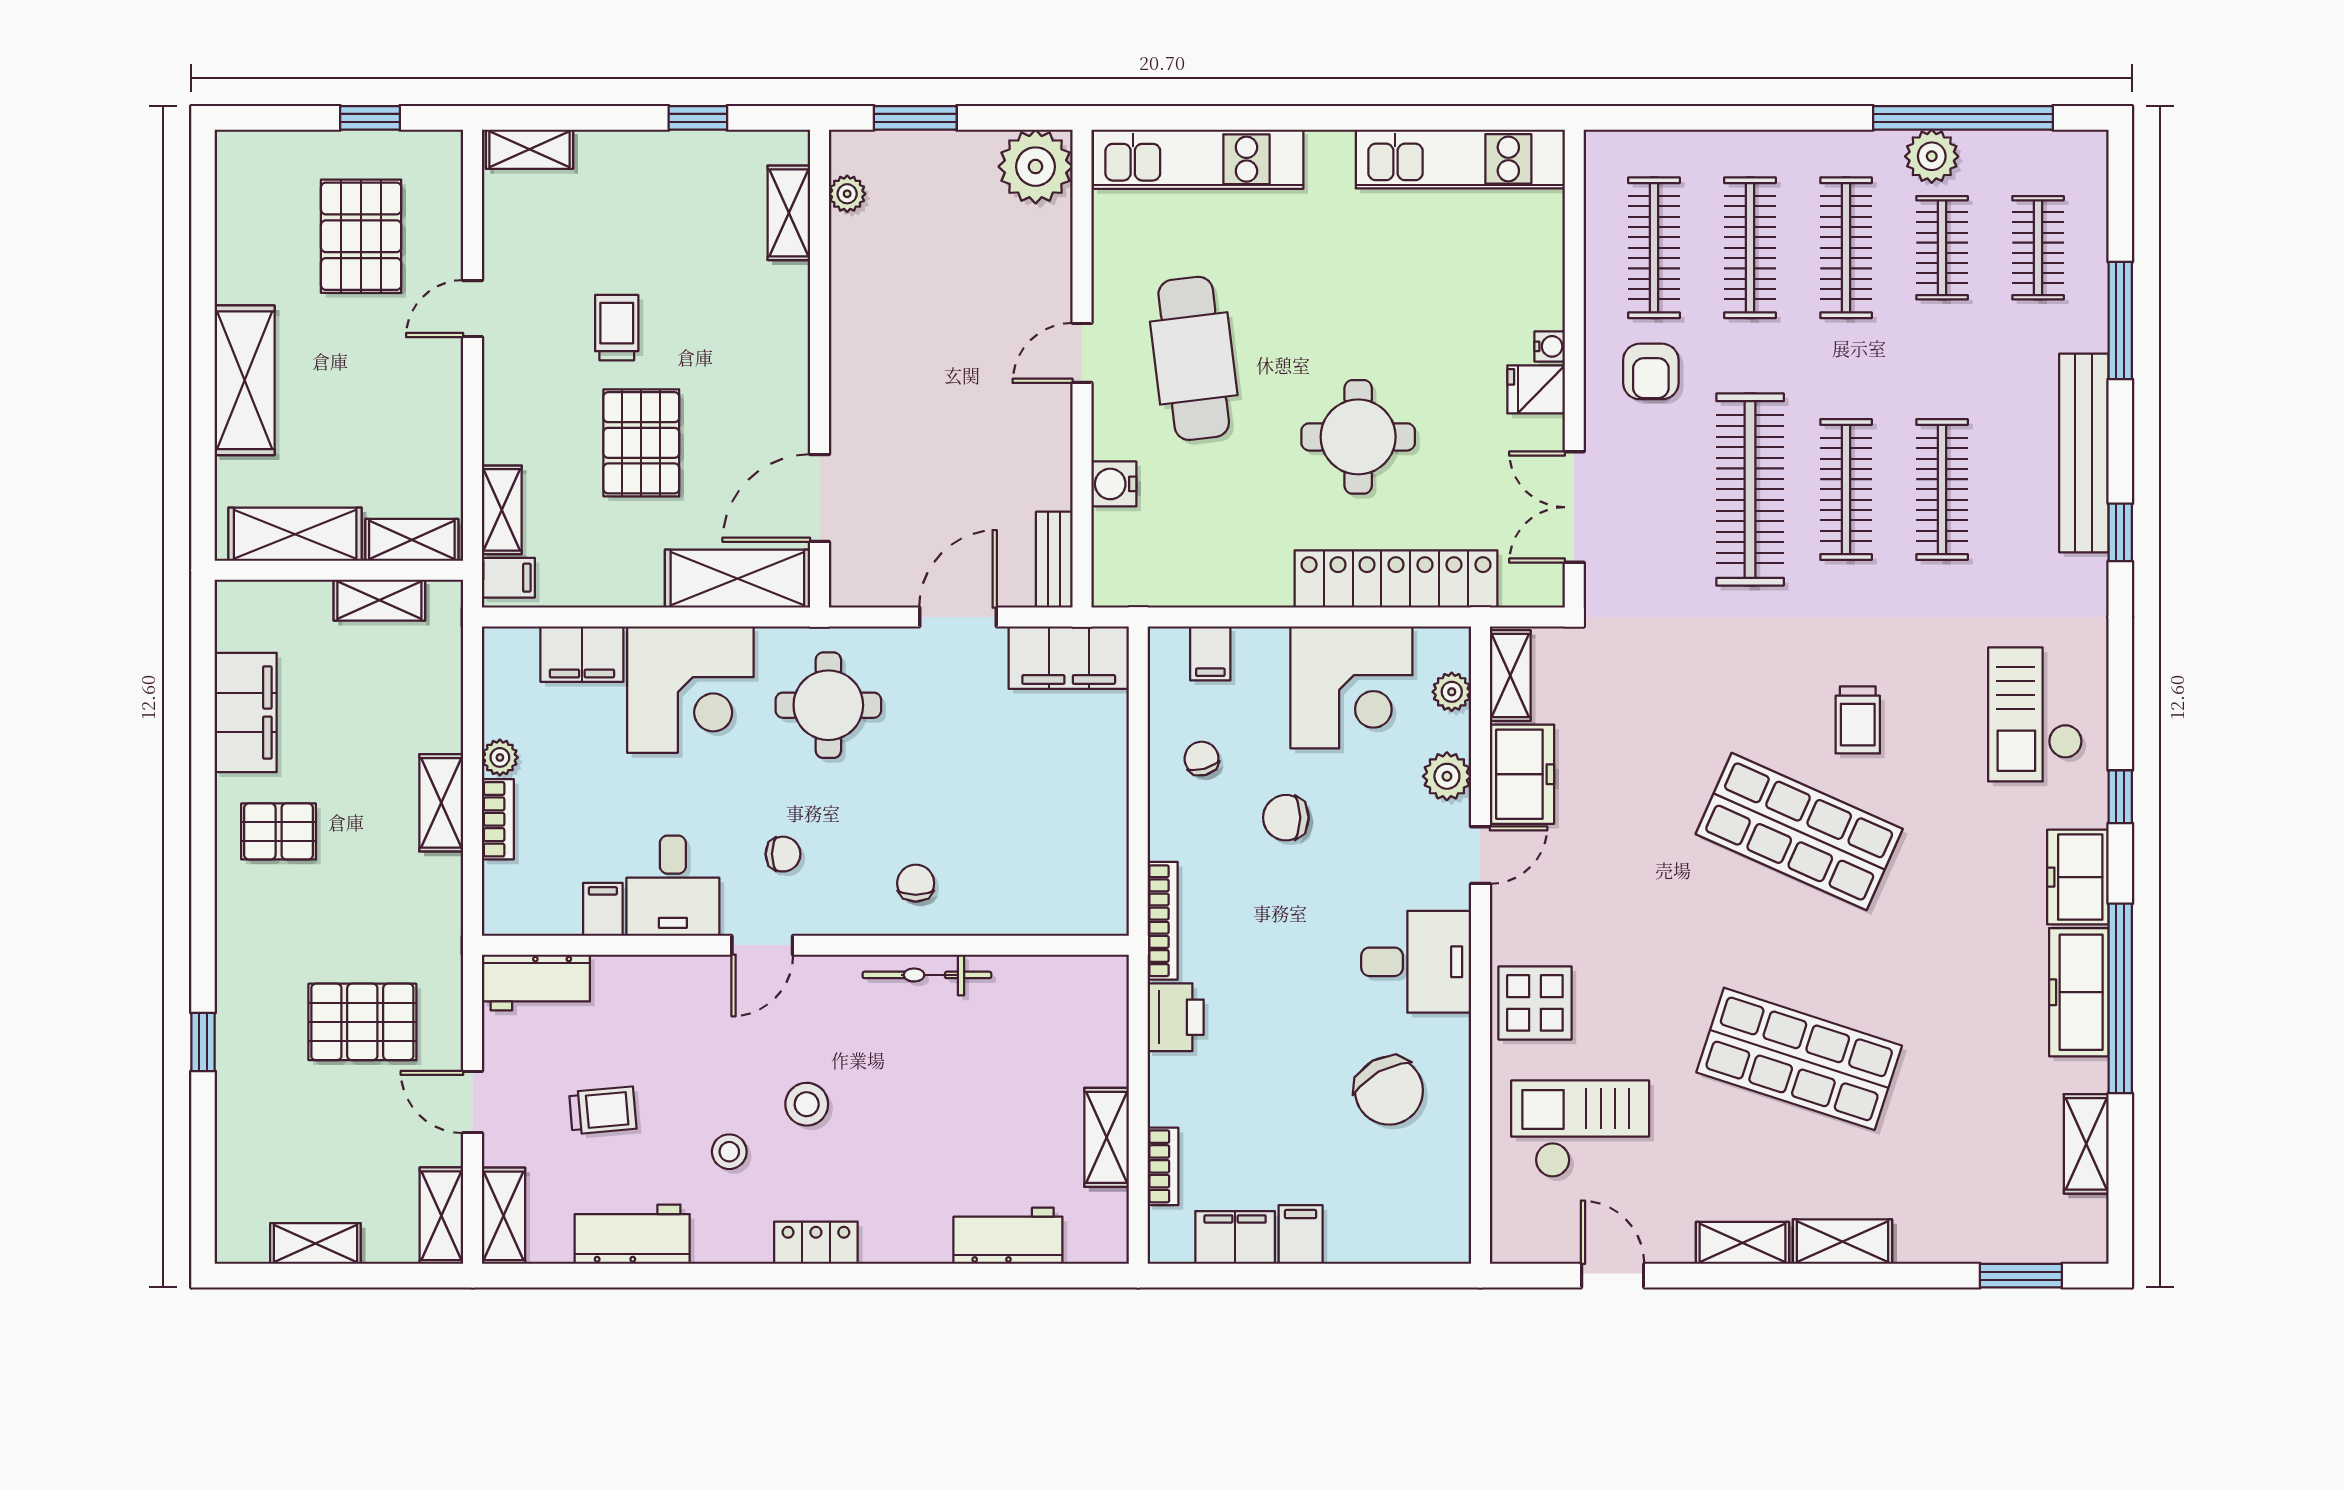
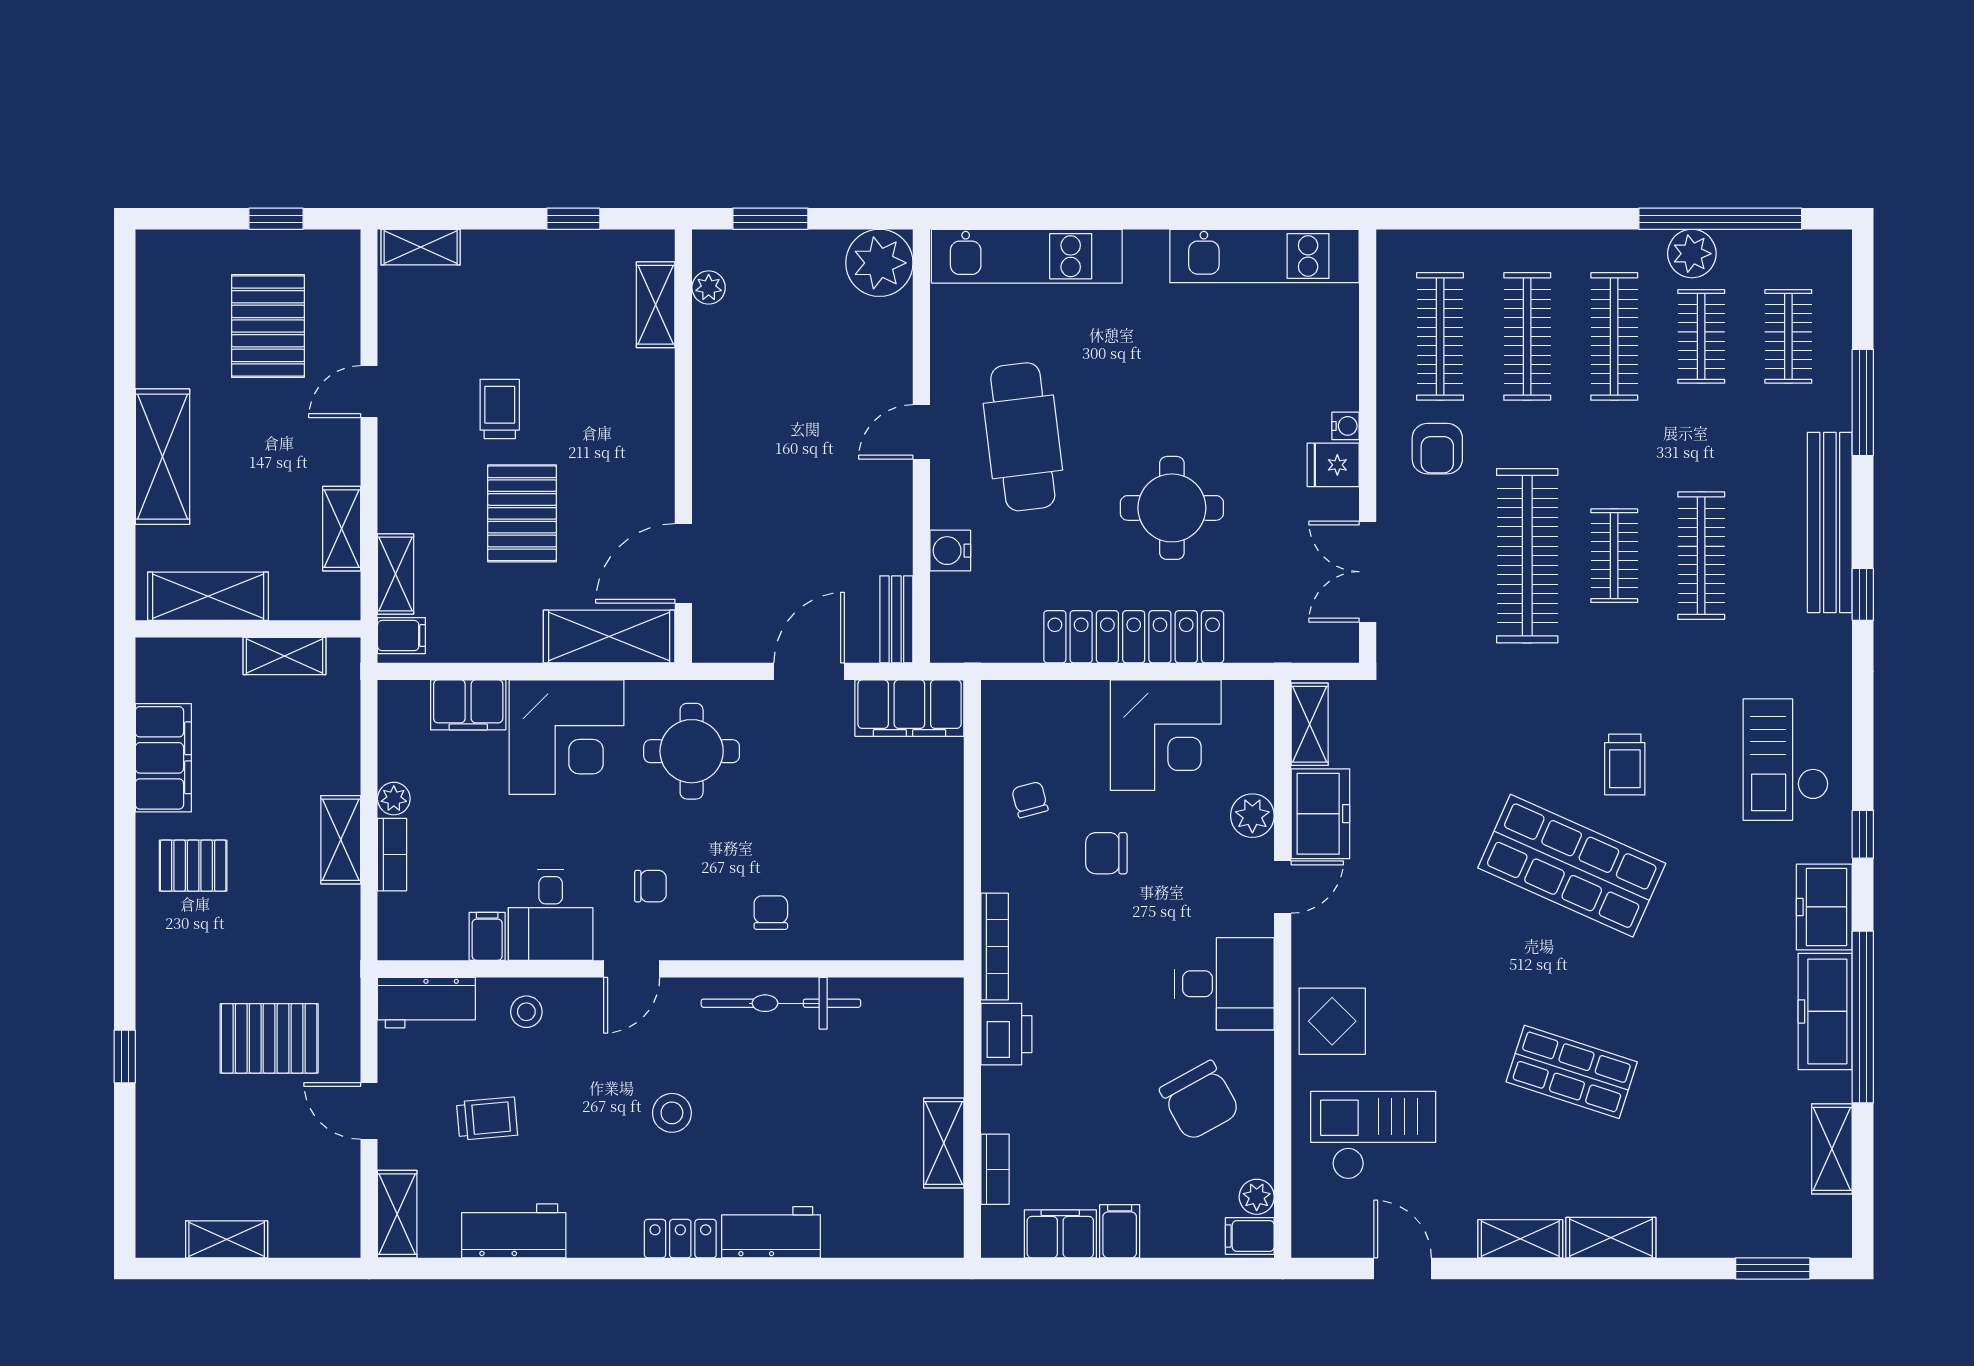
clothes rail: (1846, 489) -> (1614, 556), width x0.73
shelving: (412, 540) -> (342, 529), moved, turned 90
locker: (1396, 579) -> (1134, 637), moved
filing cabinet: (1210, 653) -> (1250, 1236), moved, turned 90
plant: (1452, 692) -> (1257, 1197), moved
bicycle: (927, 975) -> (781, 1003), width x1.37, depth x1.40
shop shelf: (1799, 1059) -> (1572, 1072), width x0.70, depth x0.74
stool: (729, 1152) -> (526, 1012), moved
shelving: (441, 1216) -> (341, 1214), removed
workbench: (1008, 1236) -> (771, 1232), moved

